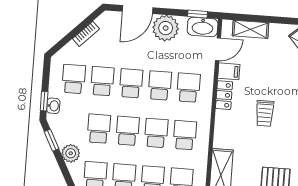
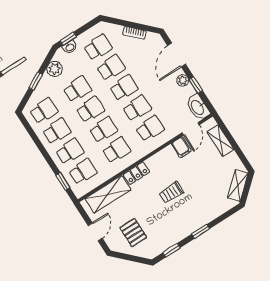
door: (137, 10) -> (177, 55), hinge flipped
window: (197, 14) -> (196, 85), moved
plant: (166, 28) -> (183, 80), width x0.53, depth x0.53
door: (218, 49) -> (191, 129), hinge flipped
locker: (224, 95) -> (136, 173), moved
window: (52, 140) -> (36, 81), moved
plant: (71, 153) -> (55, 69), moved

